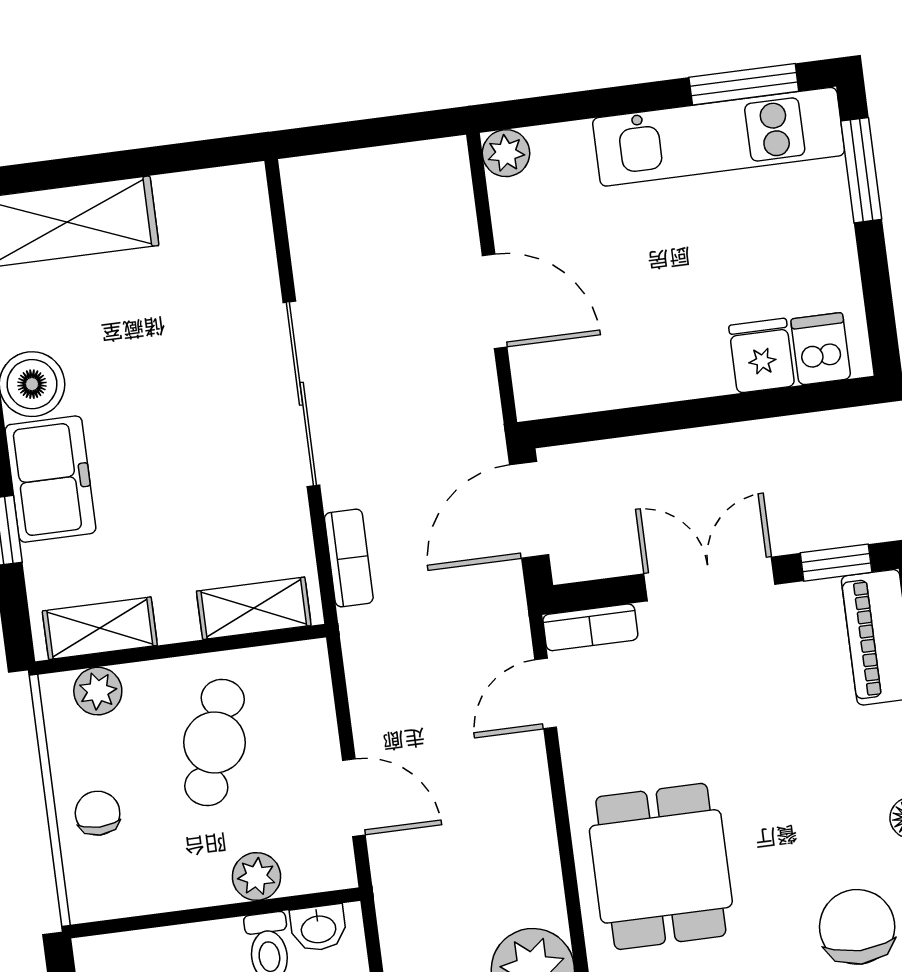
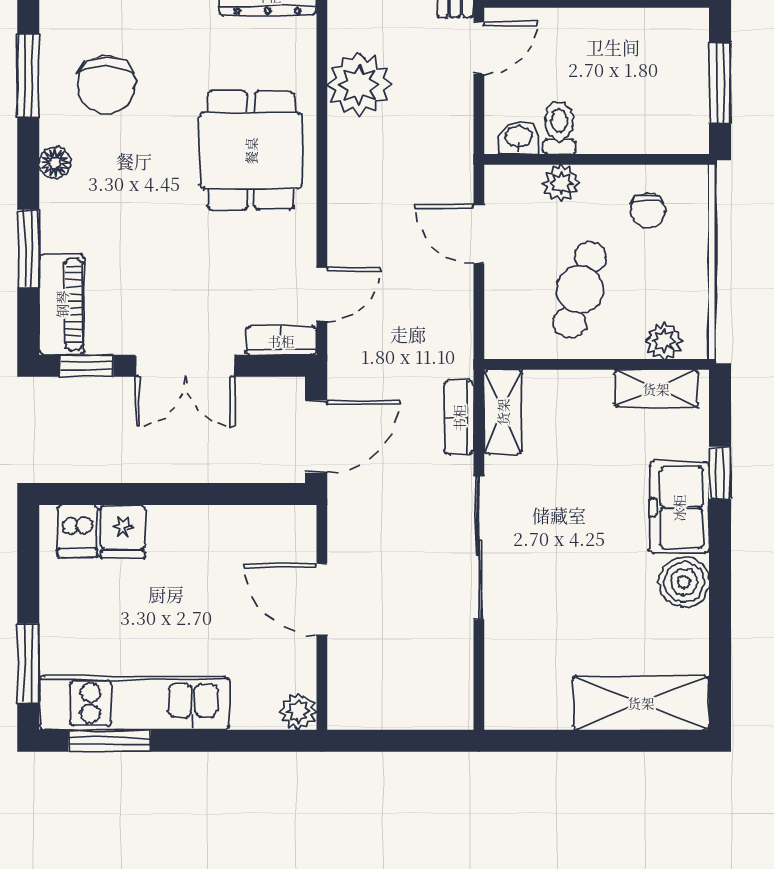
shelving: (254, 608) -> (503, 412), moved, turned 90
chair: (98, 813) -> (648, 211), moved

